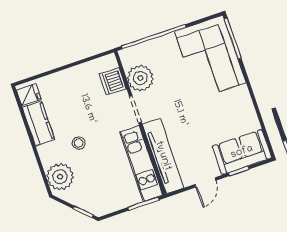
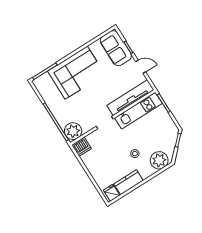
corner sofa: (210, 57) -> (76, 73), moved
plant: (140, 78) -> (73, 131), moved
dishwasher: (113, 81) -> (82, 147), moved

